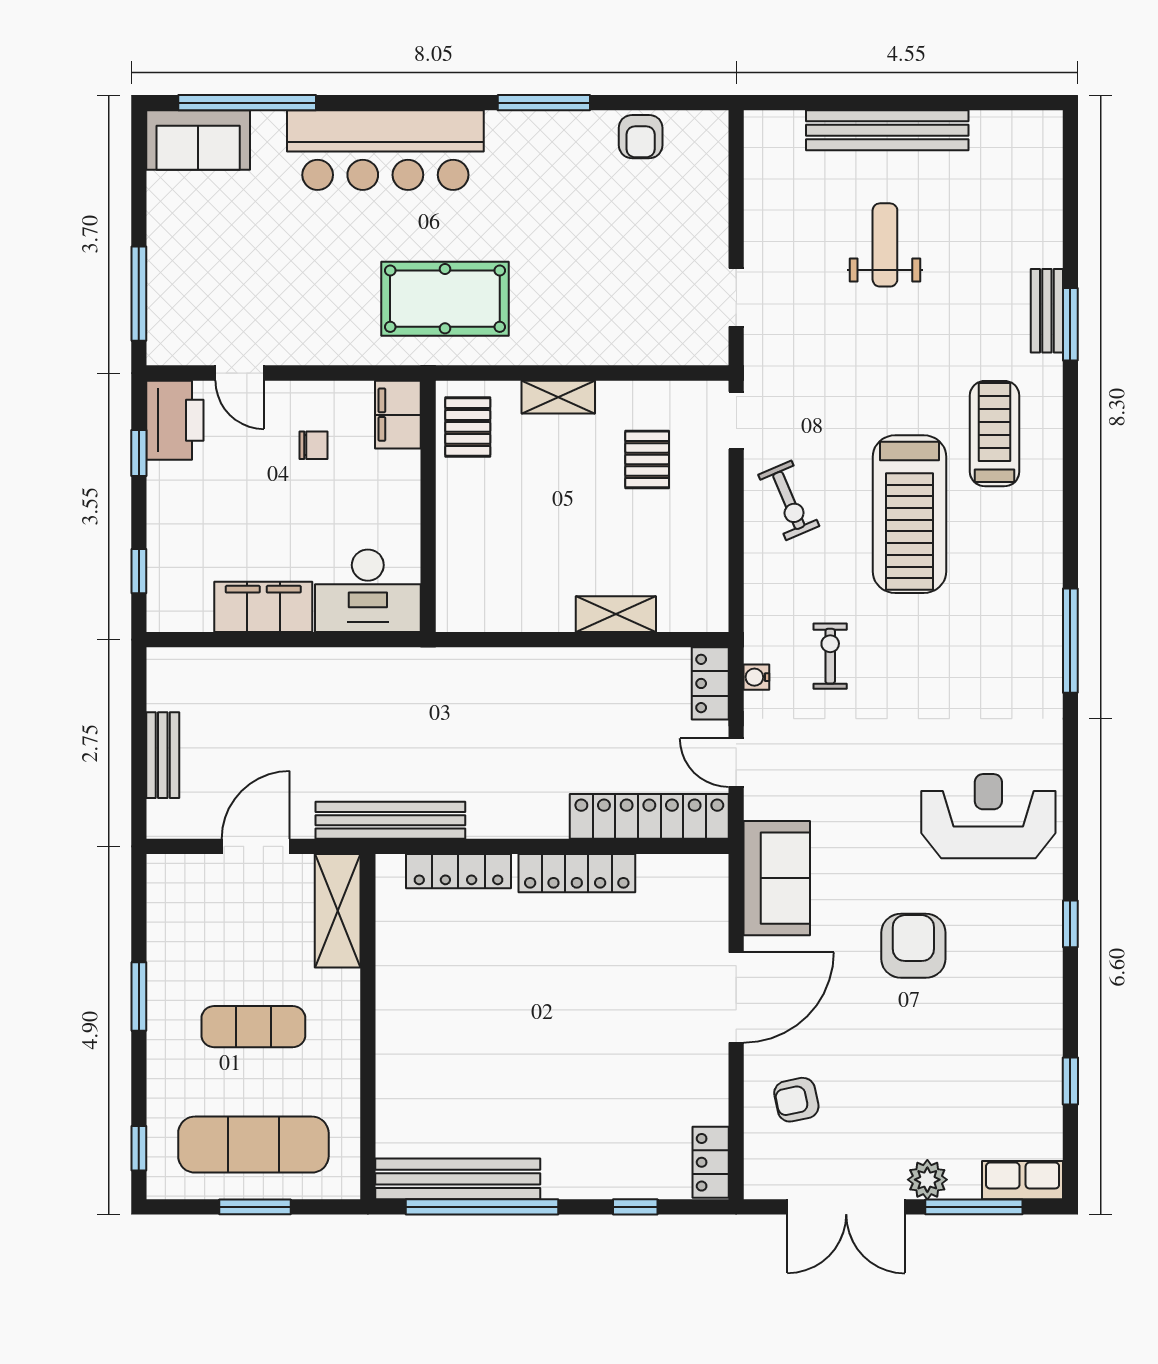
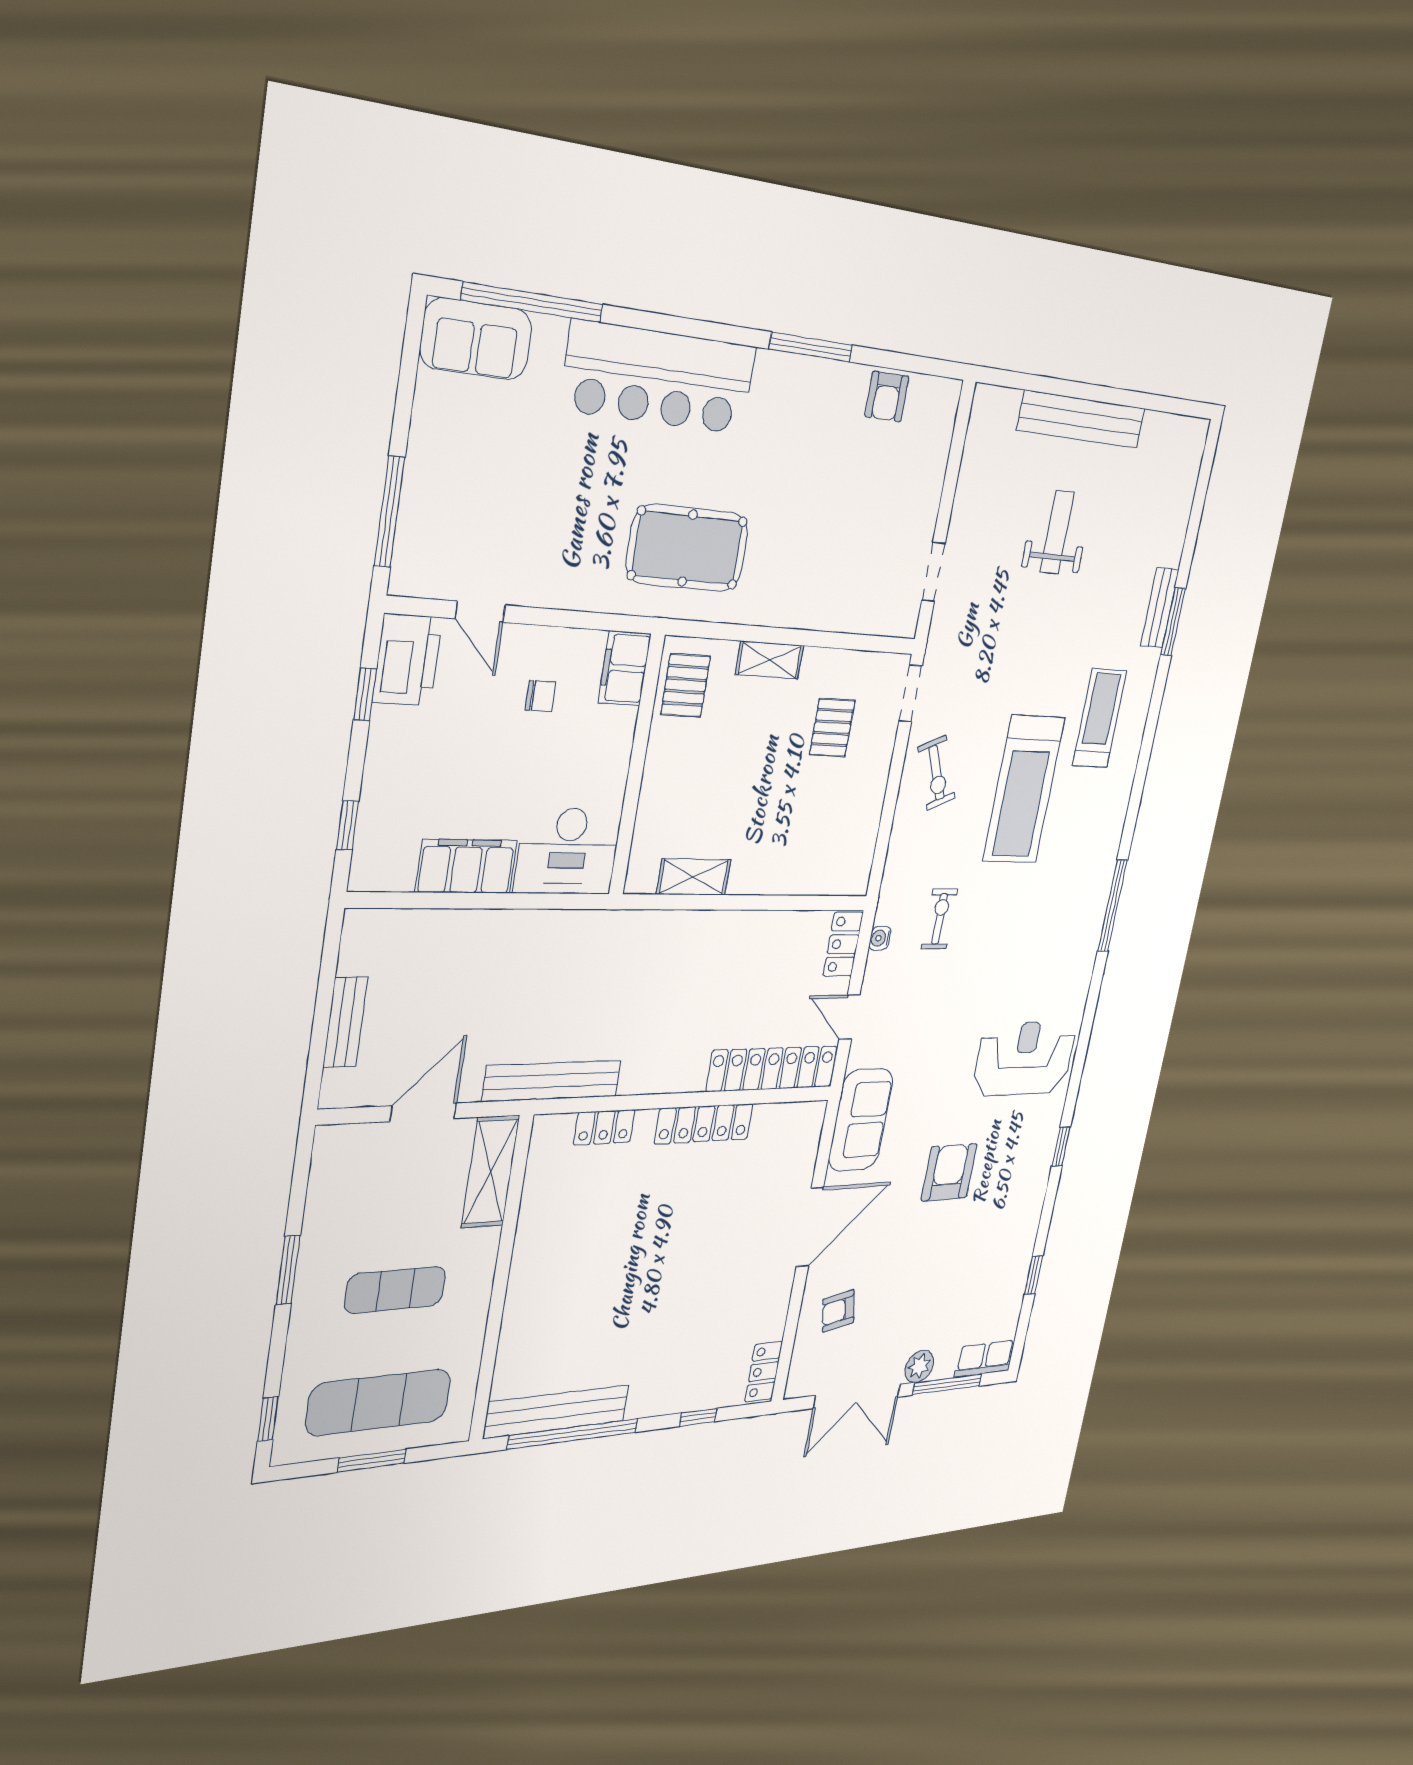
shelving: (616, 614) -> (694, 877), moved
locker: (458, 871) -> (604, 1127), width x0.66

